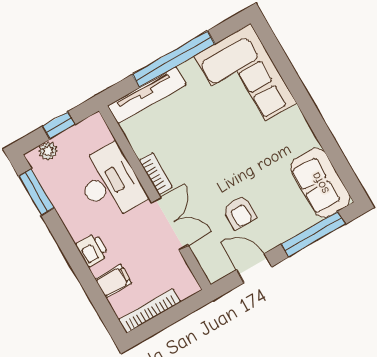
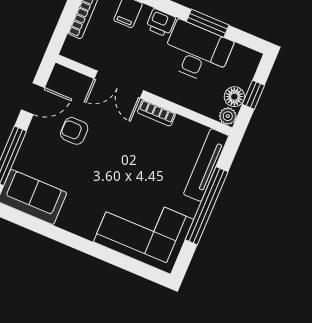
floor lamp: (77, 136) -> (234, 97), added
plant: (48, 151) -> (228, 116), moved
desk: (110, 183) -> (197, 52), moved, turned 180
window: (36, 192) -> (208, 23), moved

